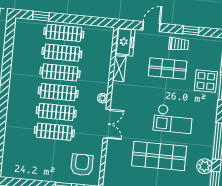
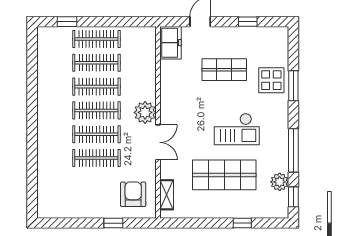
trolley: (179, 44) -> (235, 39), removed
shelving: (119, 69) -> (167, 195), moved
plant: (103, 98) -> (145, 112), width x1.87, depth x1.87

